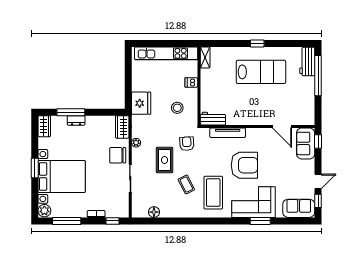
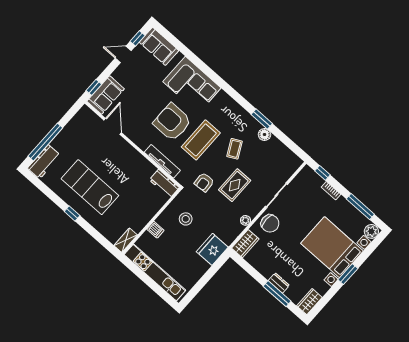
coffee table: (213, 193) -> (201, 140), moved
floor lamp: (154, 212) -> (264, 134), moved
window: (260, 221) -> (262, 119), moved

